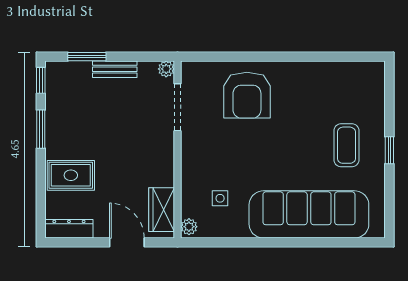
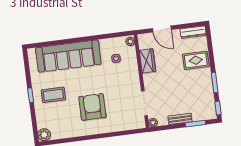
plant: (373, 73) -> (44, 135), added
armchair: (247, 95) -> (92, 107), moved
coffee table: (346, 145) -> (53, 95), turned 90
wardrobe: (162, 210) -> (147, 61), moved

